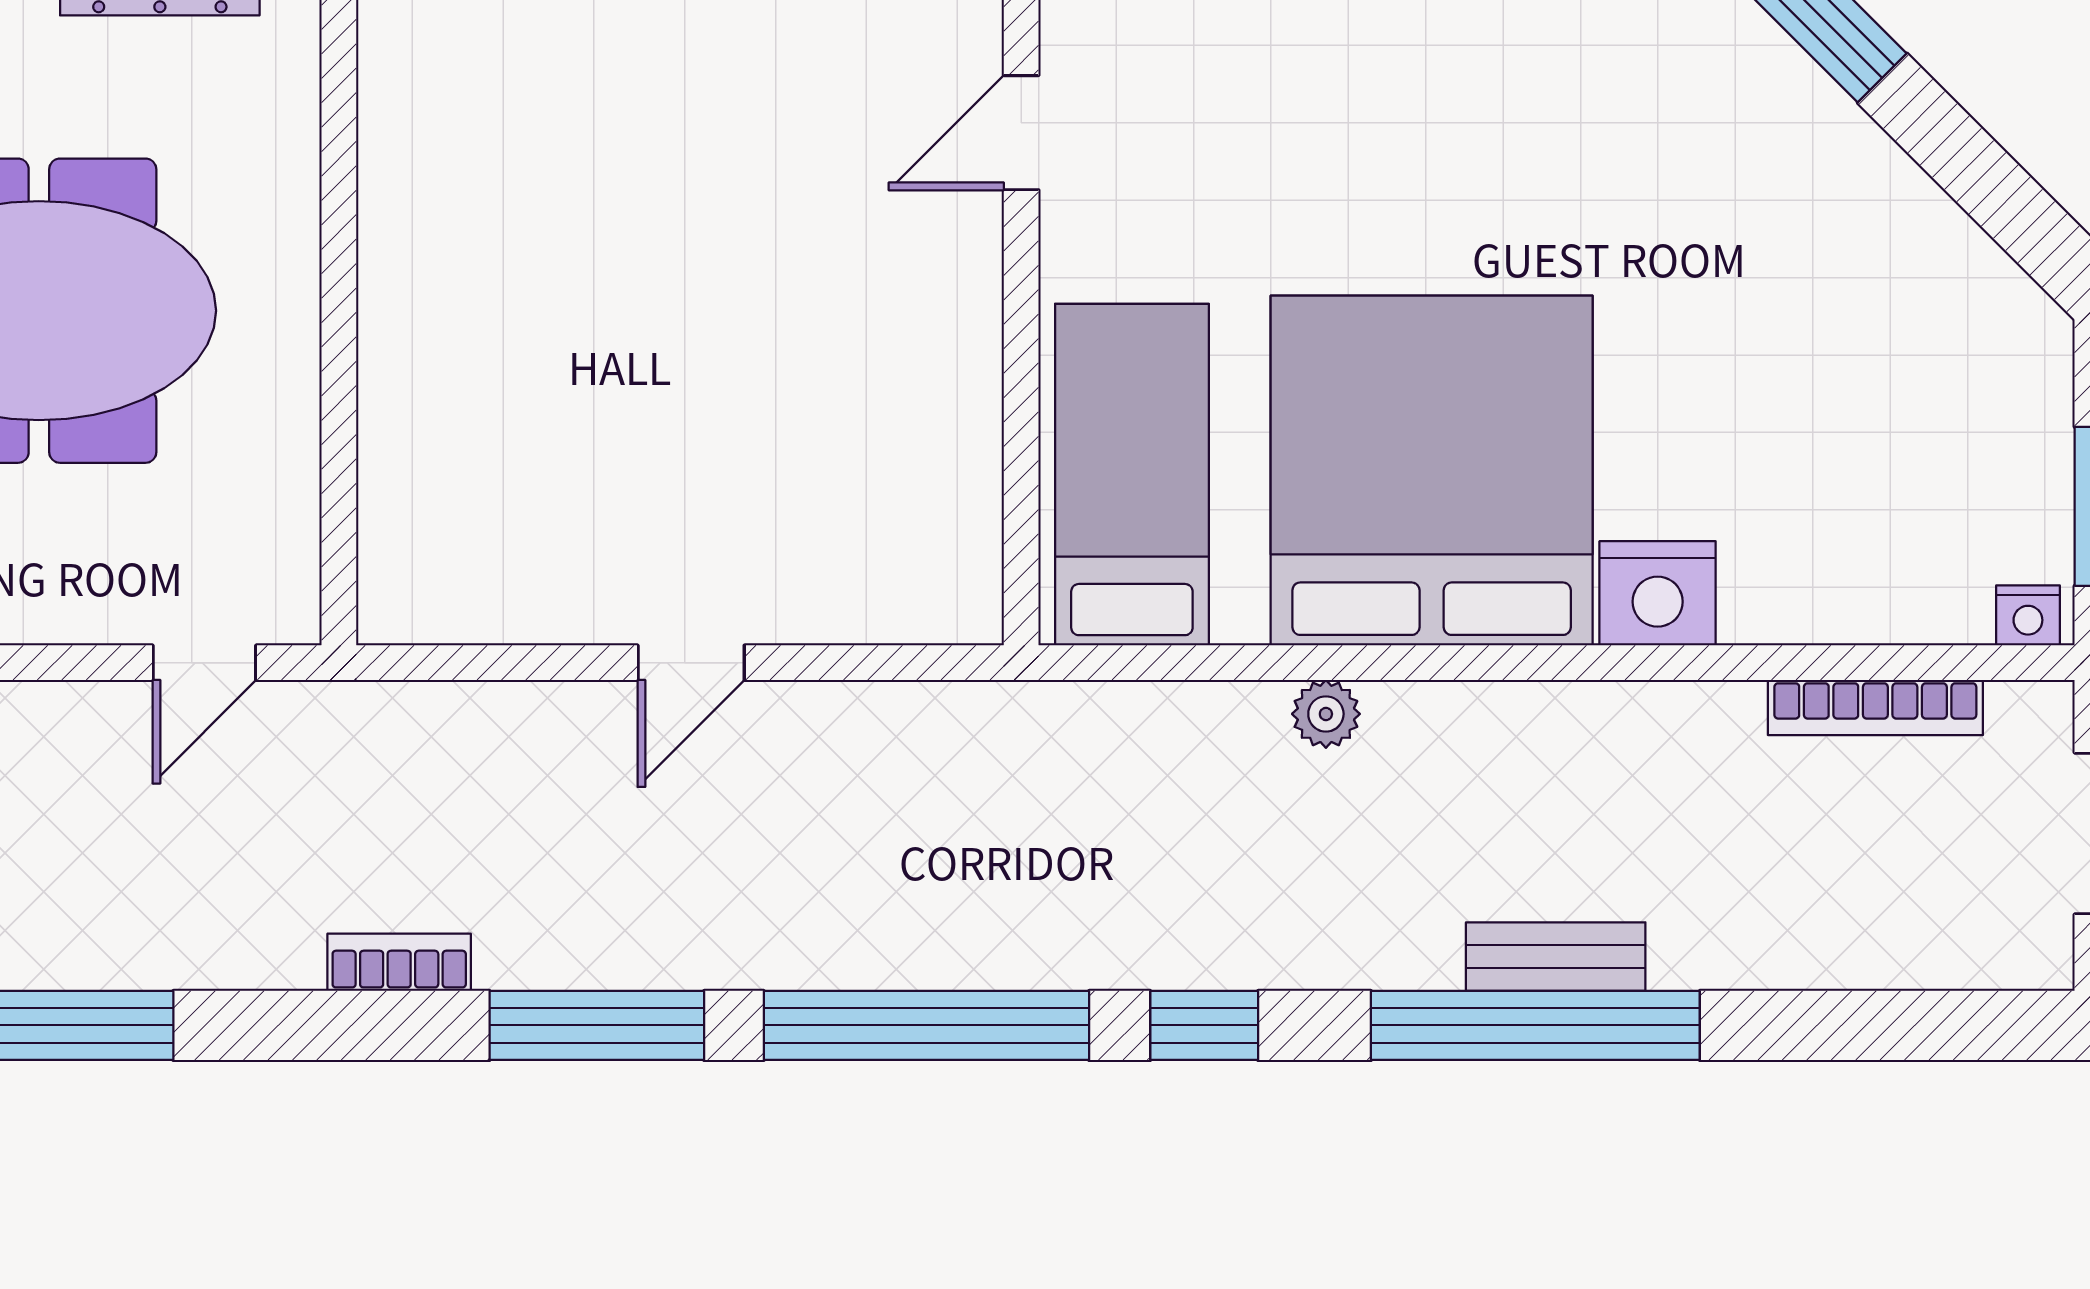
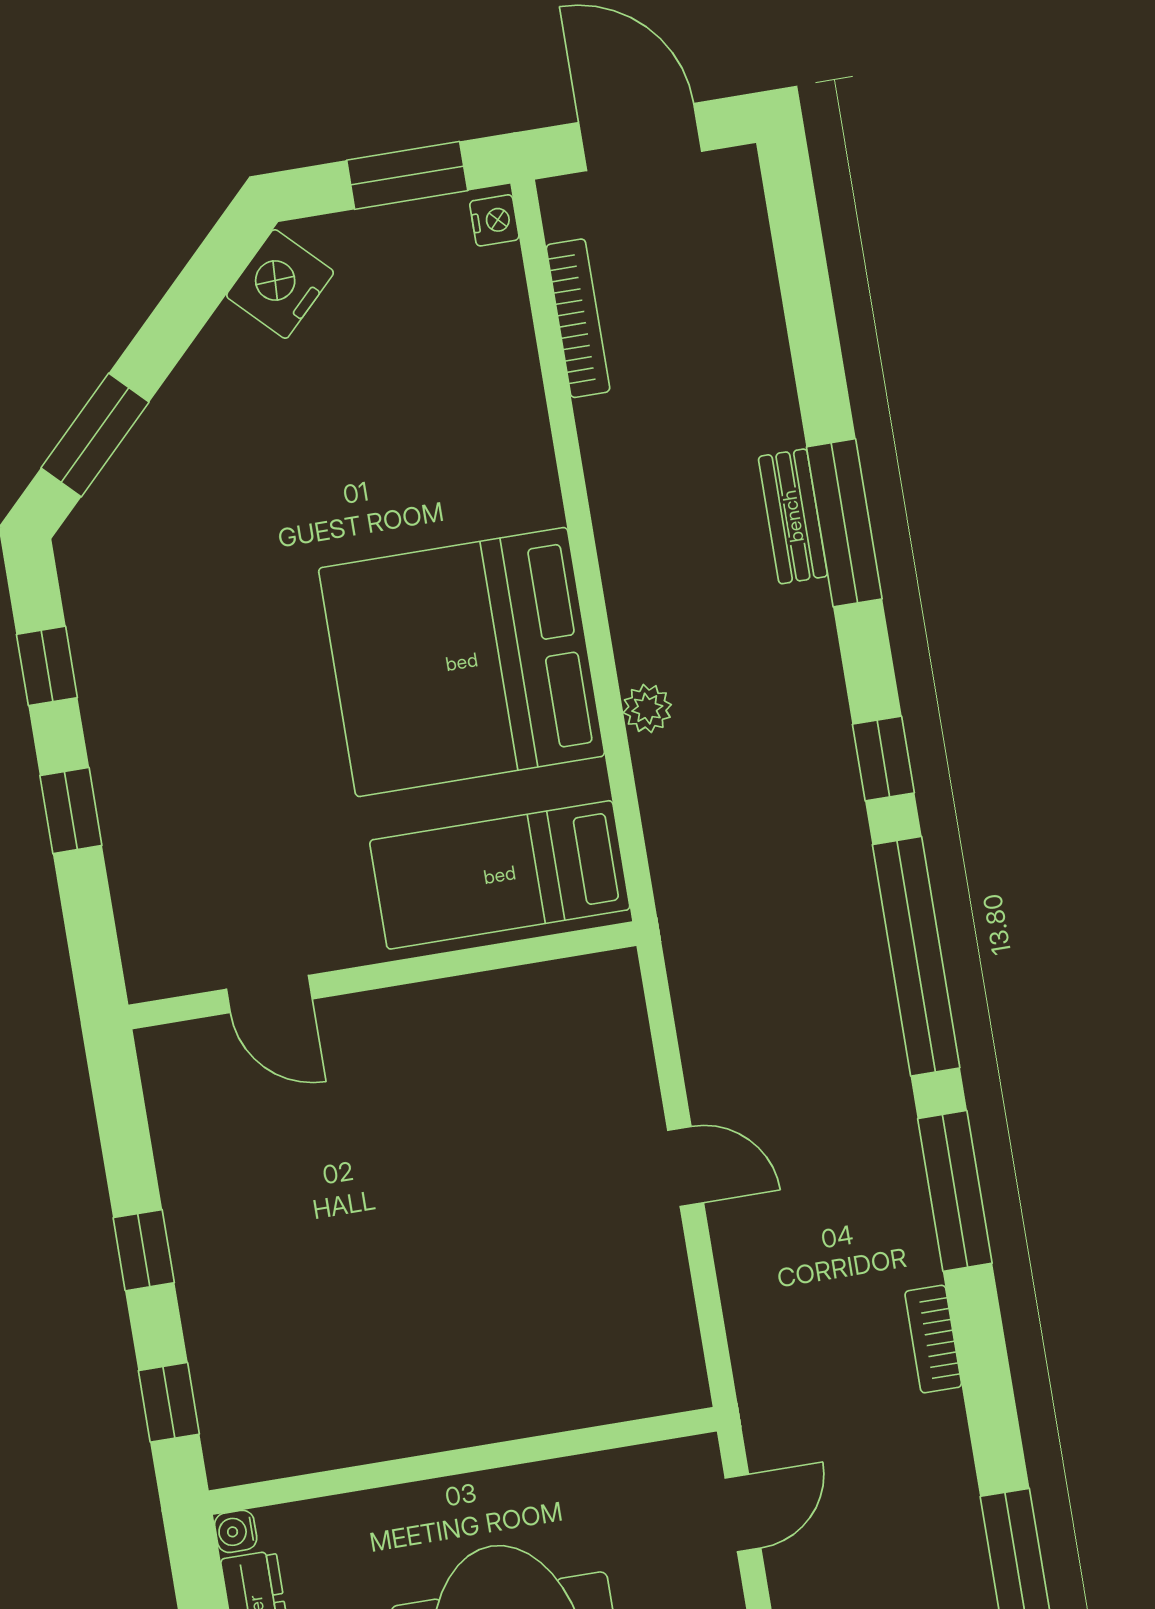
nightstand: (1658, 593) -> (280, 284), moved, turned -135
door: (204, 663) -> (743, 1513), hinge flipped
window: (1535, 1025) -> (844, 523), width x0.68

